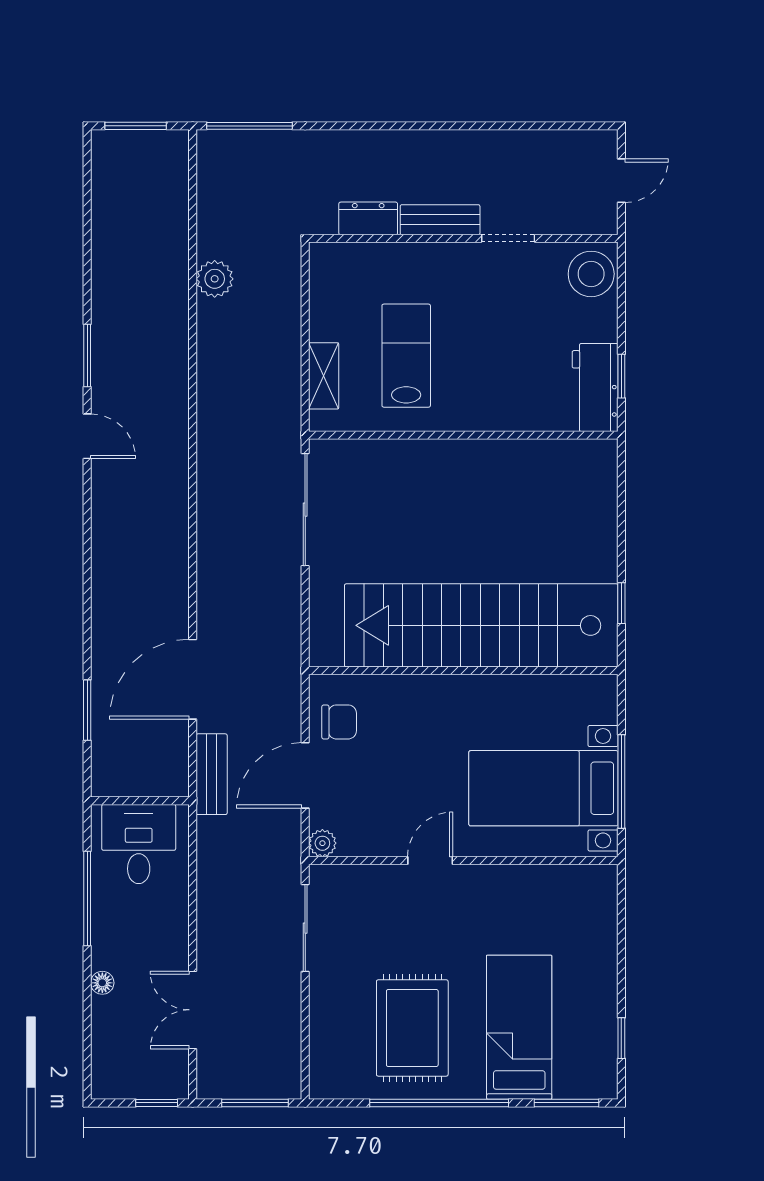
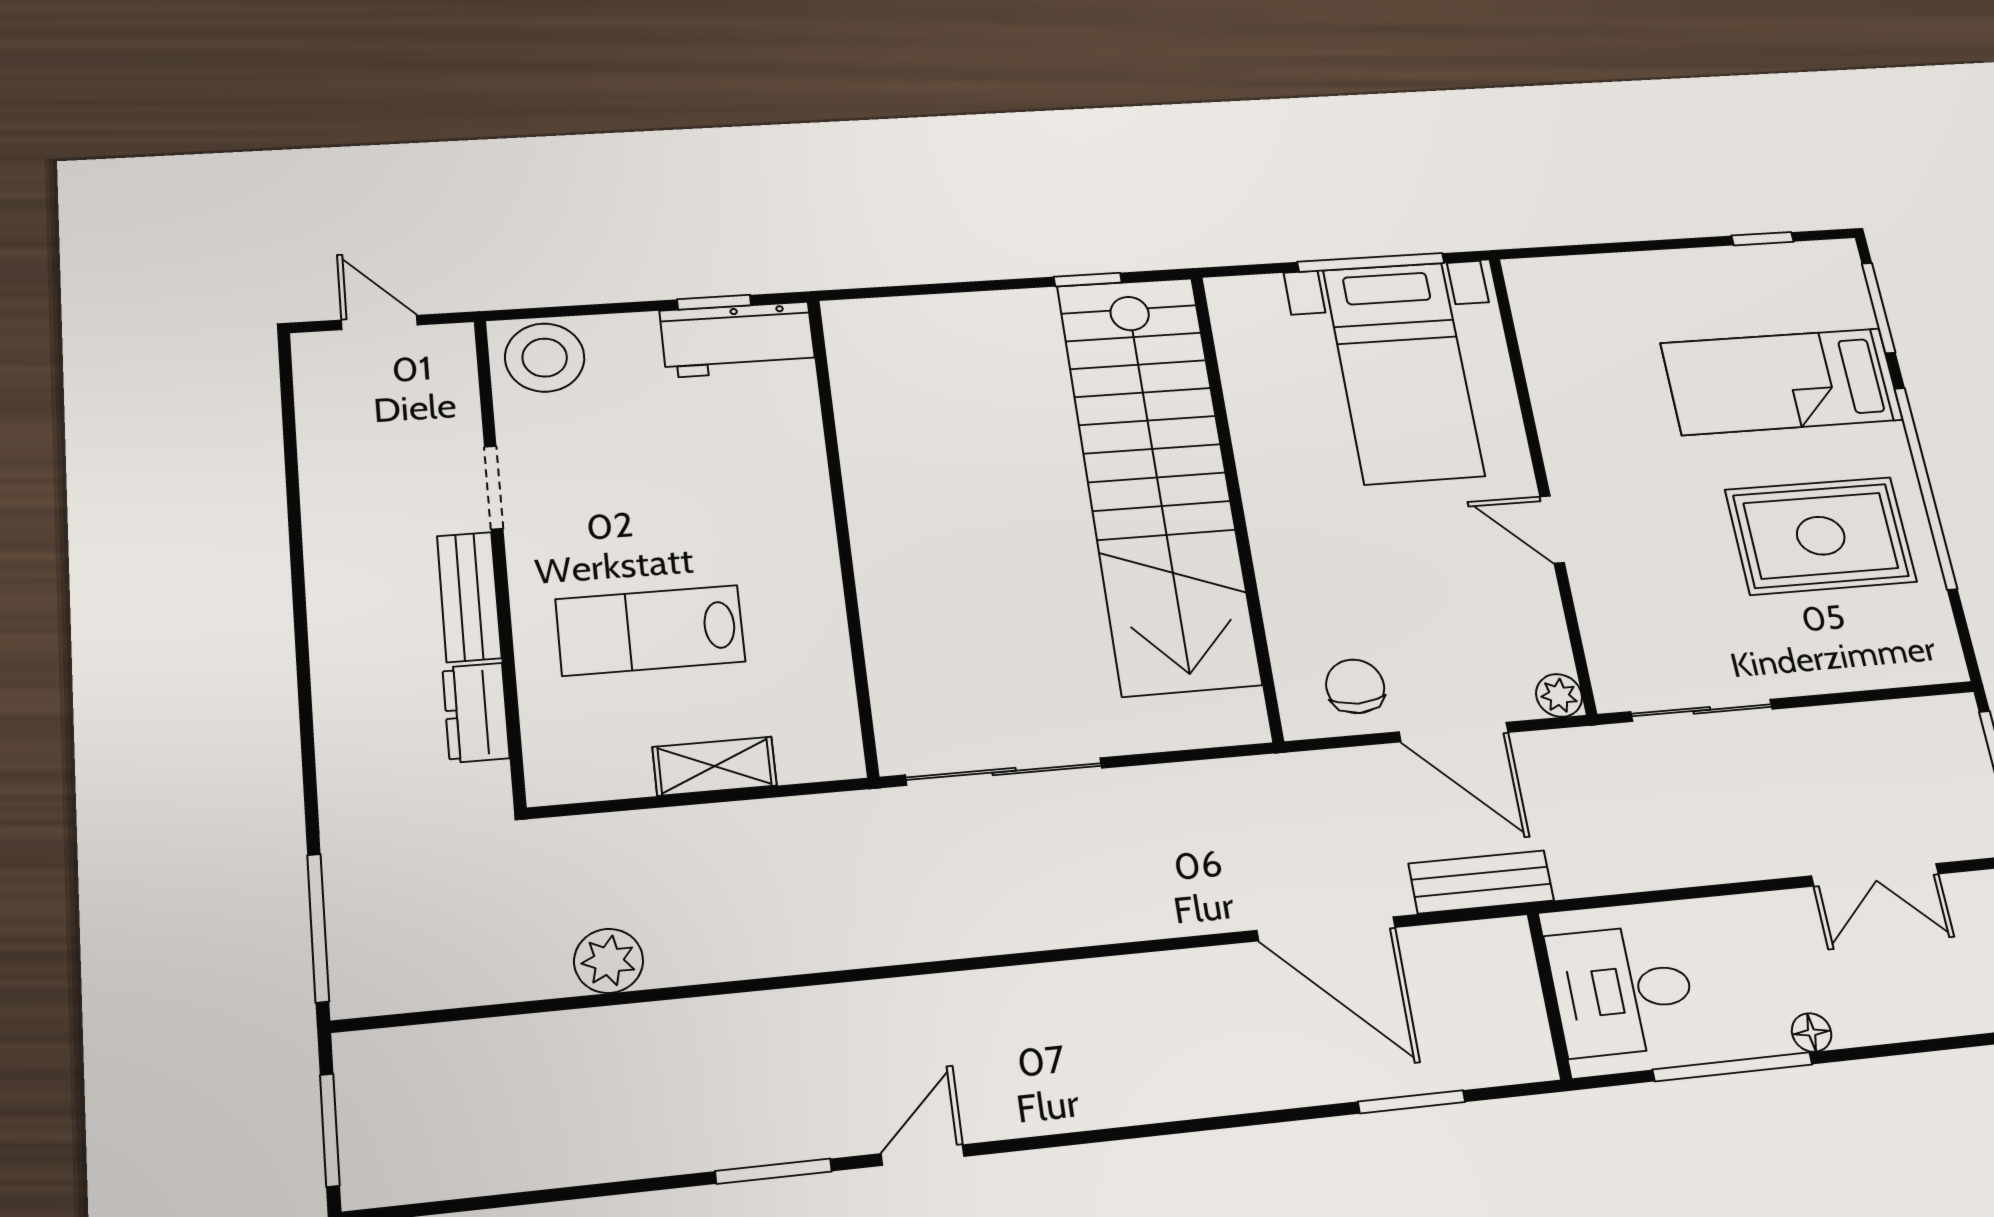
lab bench: (406, 356) -> (650, 630), moved
shelving: (324, 376) -> (715, 766), moved
floor lamp: (102, 983) -> (1812, 1033), moved

